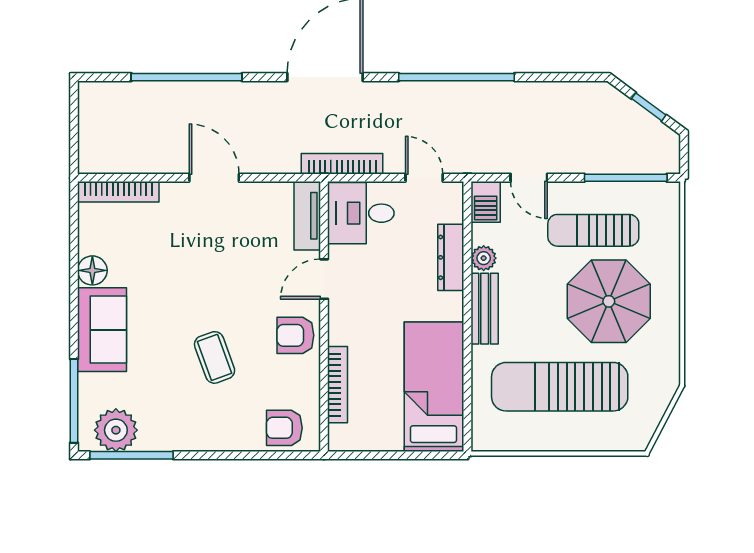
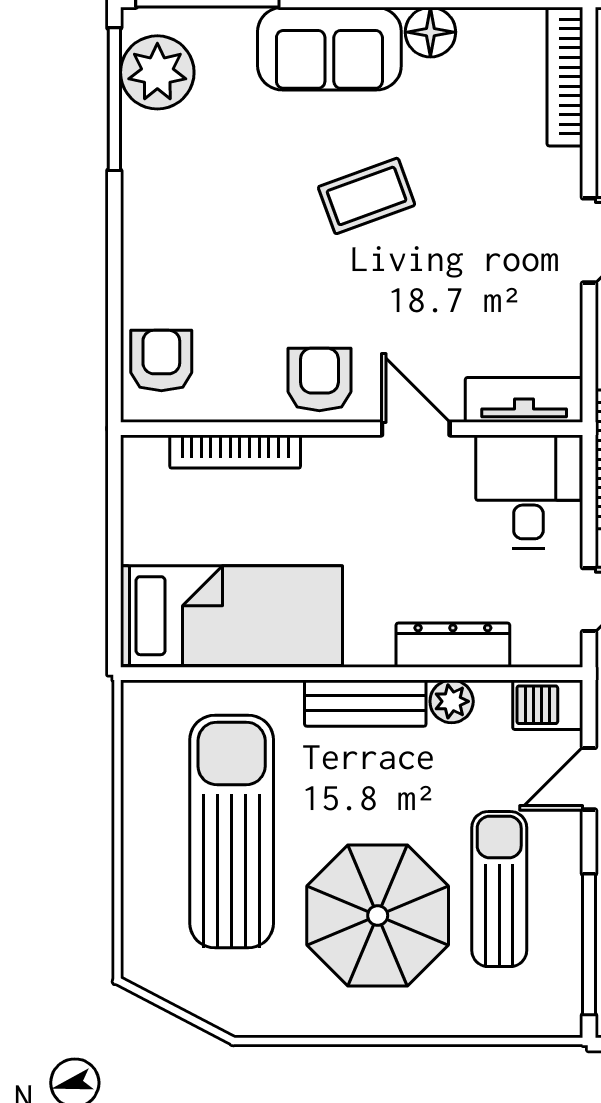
coffee table: (215, 357) -> (367, 196), moved

